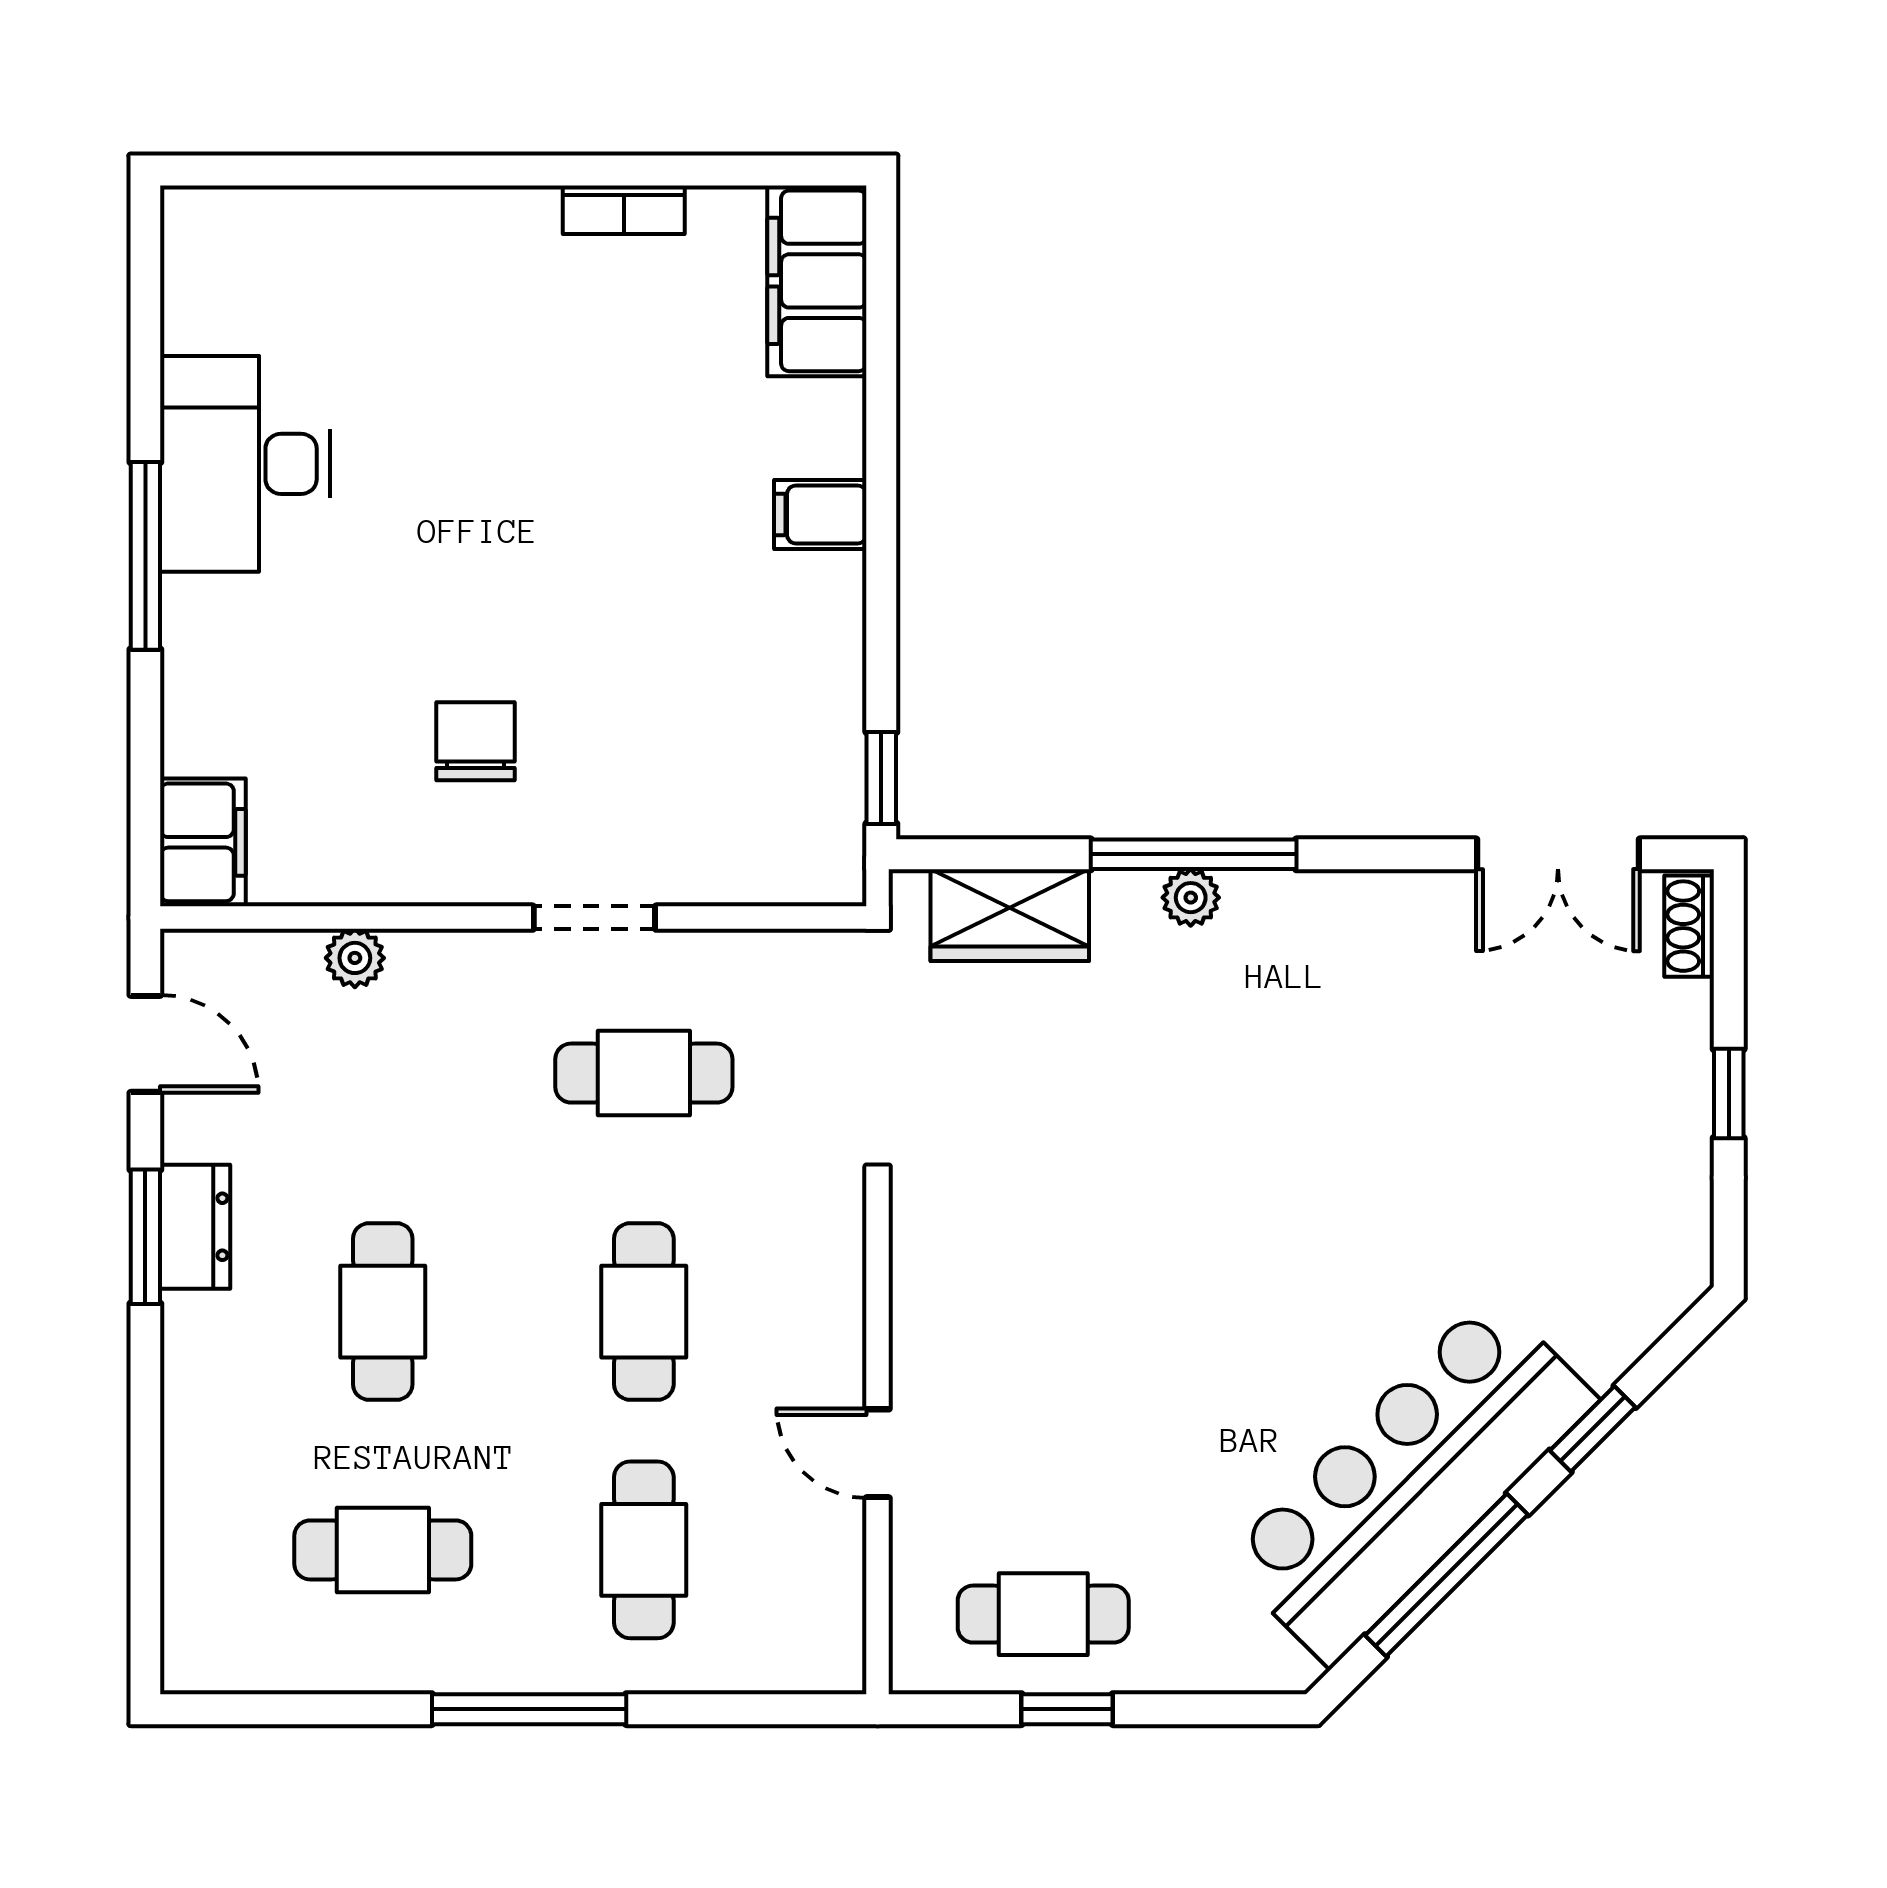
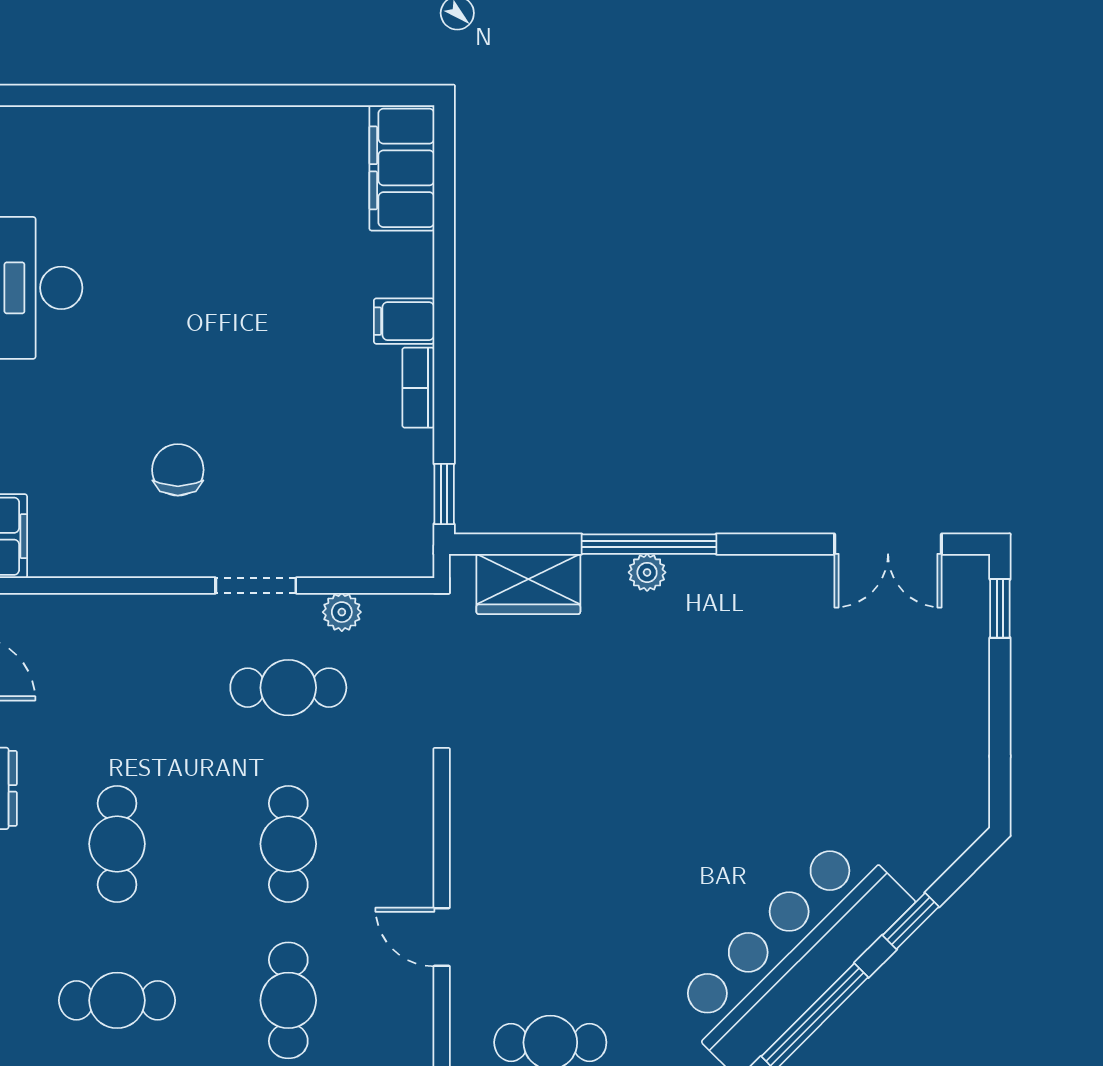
bookcase: (624, 210) -> (418, 388), moved, turned 90
shoe rack: (1689, 926) -> (974, 591), removed
plant: (355, 958) -> (342, 612), moved
window: (1729, 1094) -> (1000, 608), moved

